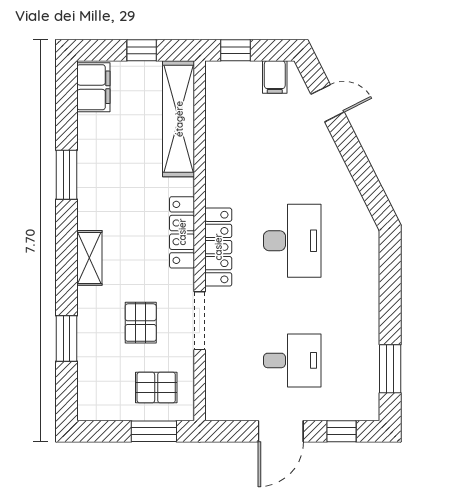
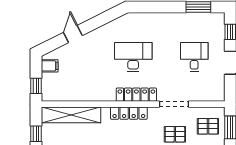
door: (328, 103) -> (73, 34), moved
pallet: (156, 387) -> (208, 126), turned 90

